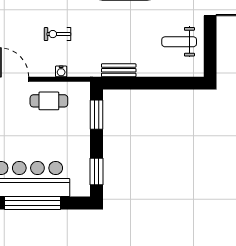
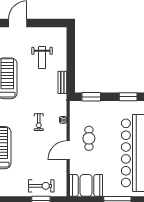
weight bench: (179, 42) -> (42, 58), moved
cafe table: (49, 101) -> (89, 138), moved

